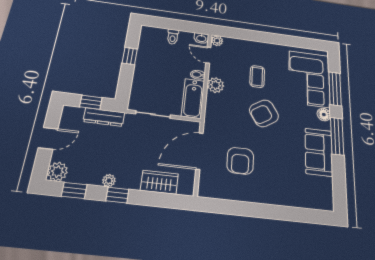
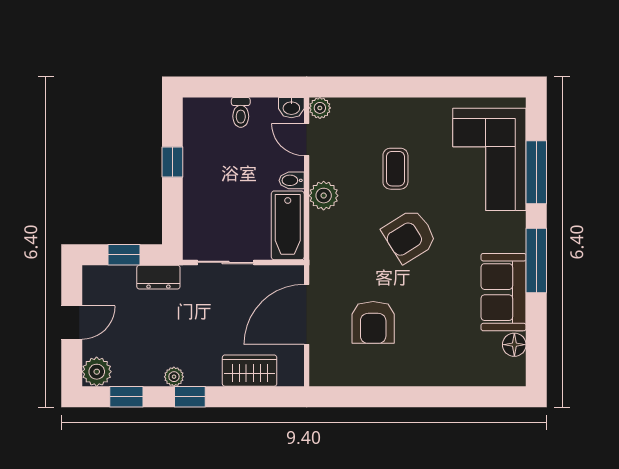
floor lamp: (324, 115) -> (514, 345), moved
dresser: (104, 117) -> (158, 277), width x0.70

